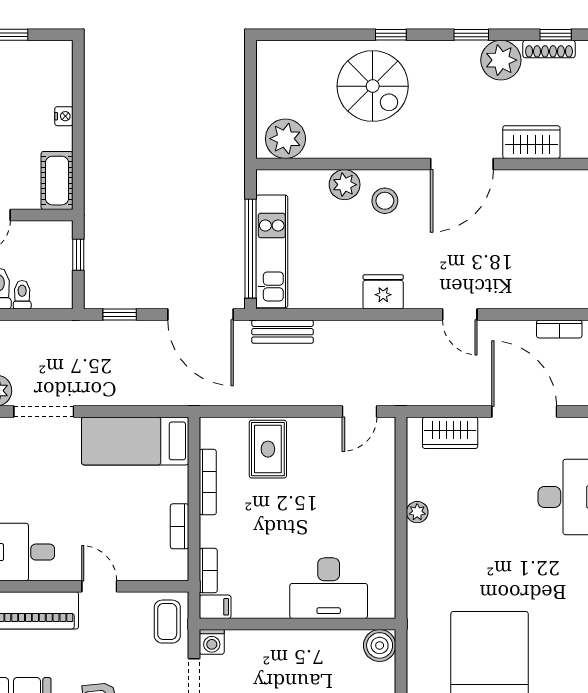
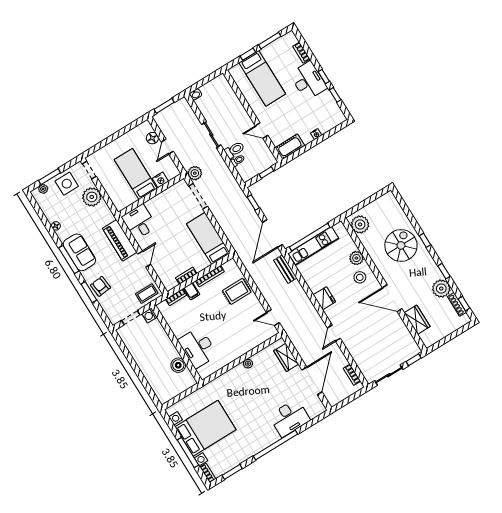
spiral stairs: (373, 86) -> (401, 245), turned 180
filing cabinet: (215, 607) -> (192, 291), moved
boiler: (380, 645) -> (178, 365), moved

